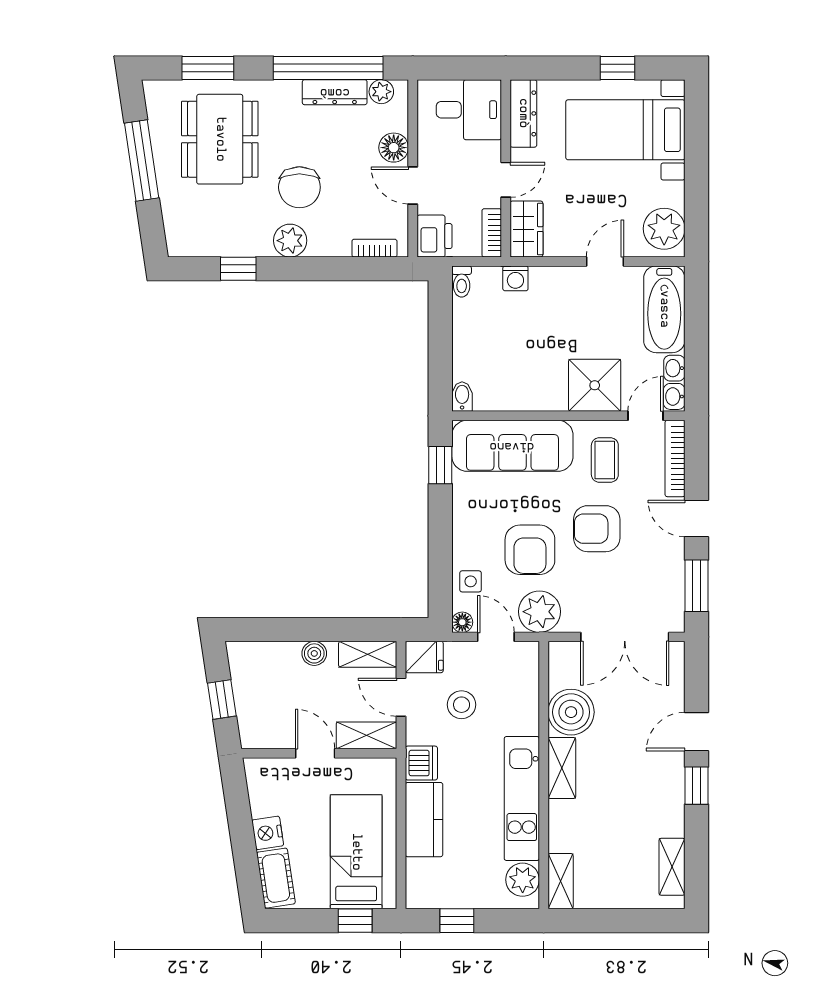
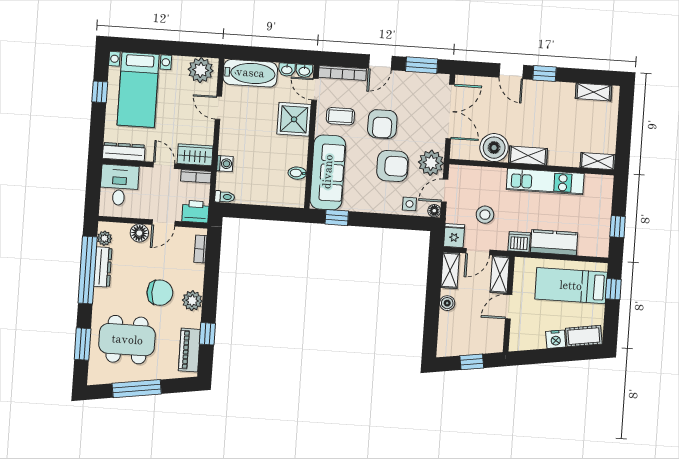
piano: (210, 242) -> (189, 350), added
bidet: (462, 396) -> (297, 173), moved
plant: (523, 880) -> (595, 184), removed

